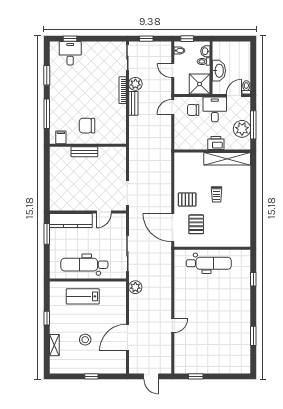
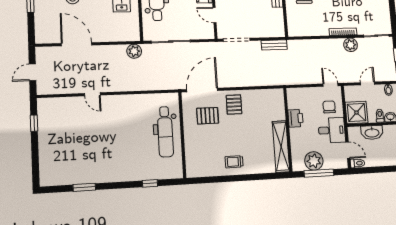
bench: (133, 103) -> (274, 45), moved
printer: (216, 143) -> (296, 118), moved
trolley: (217, 194) -> (234, 162), moved

